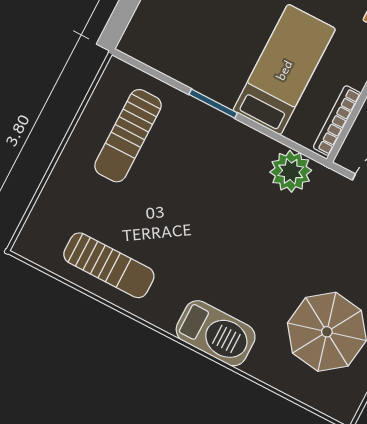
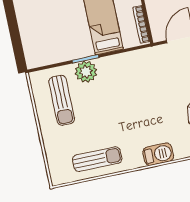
plant: (291, 171) -> (86, 72), moved
barbecue: (216, 333) -> (158, 154), width x0.73, depth x0.83

